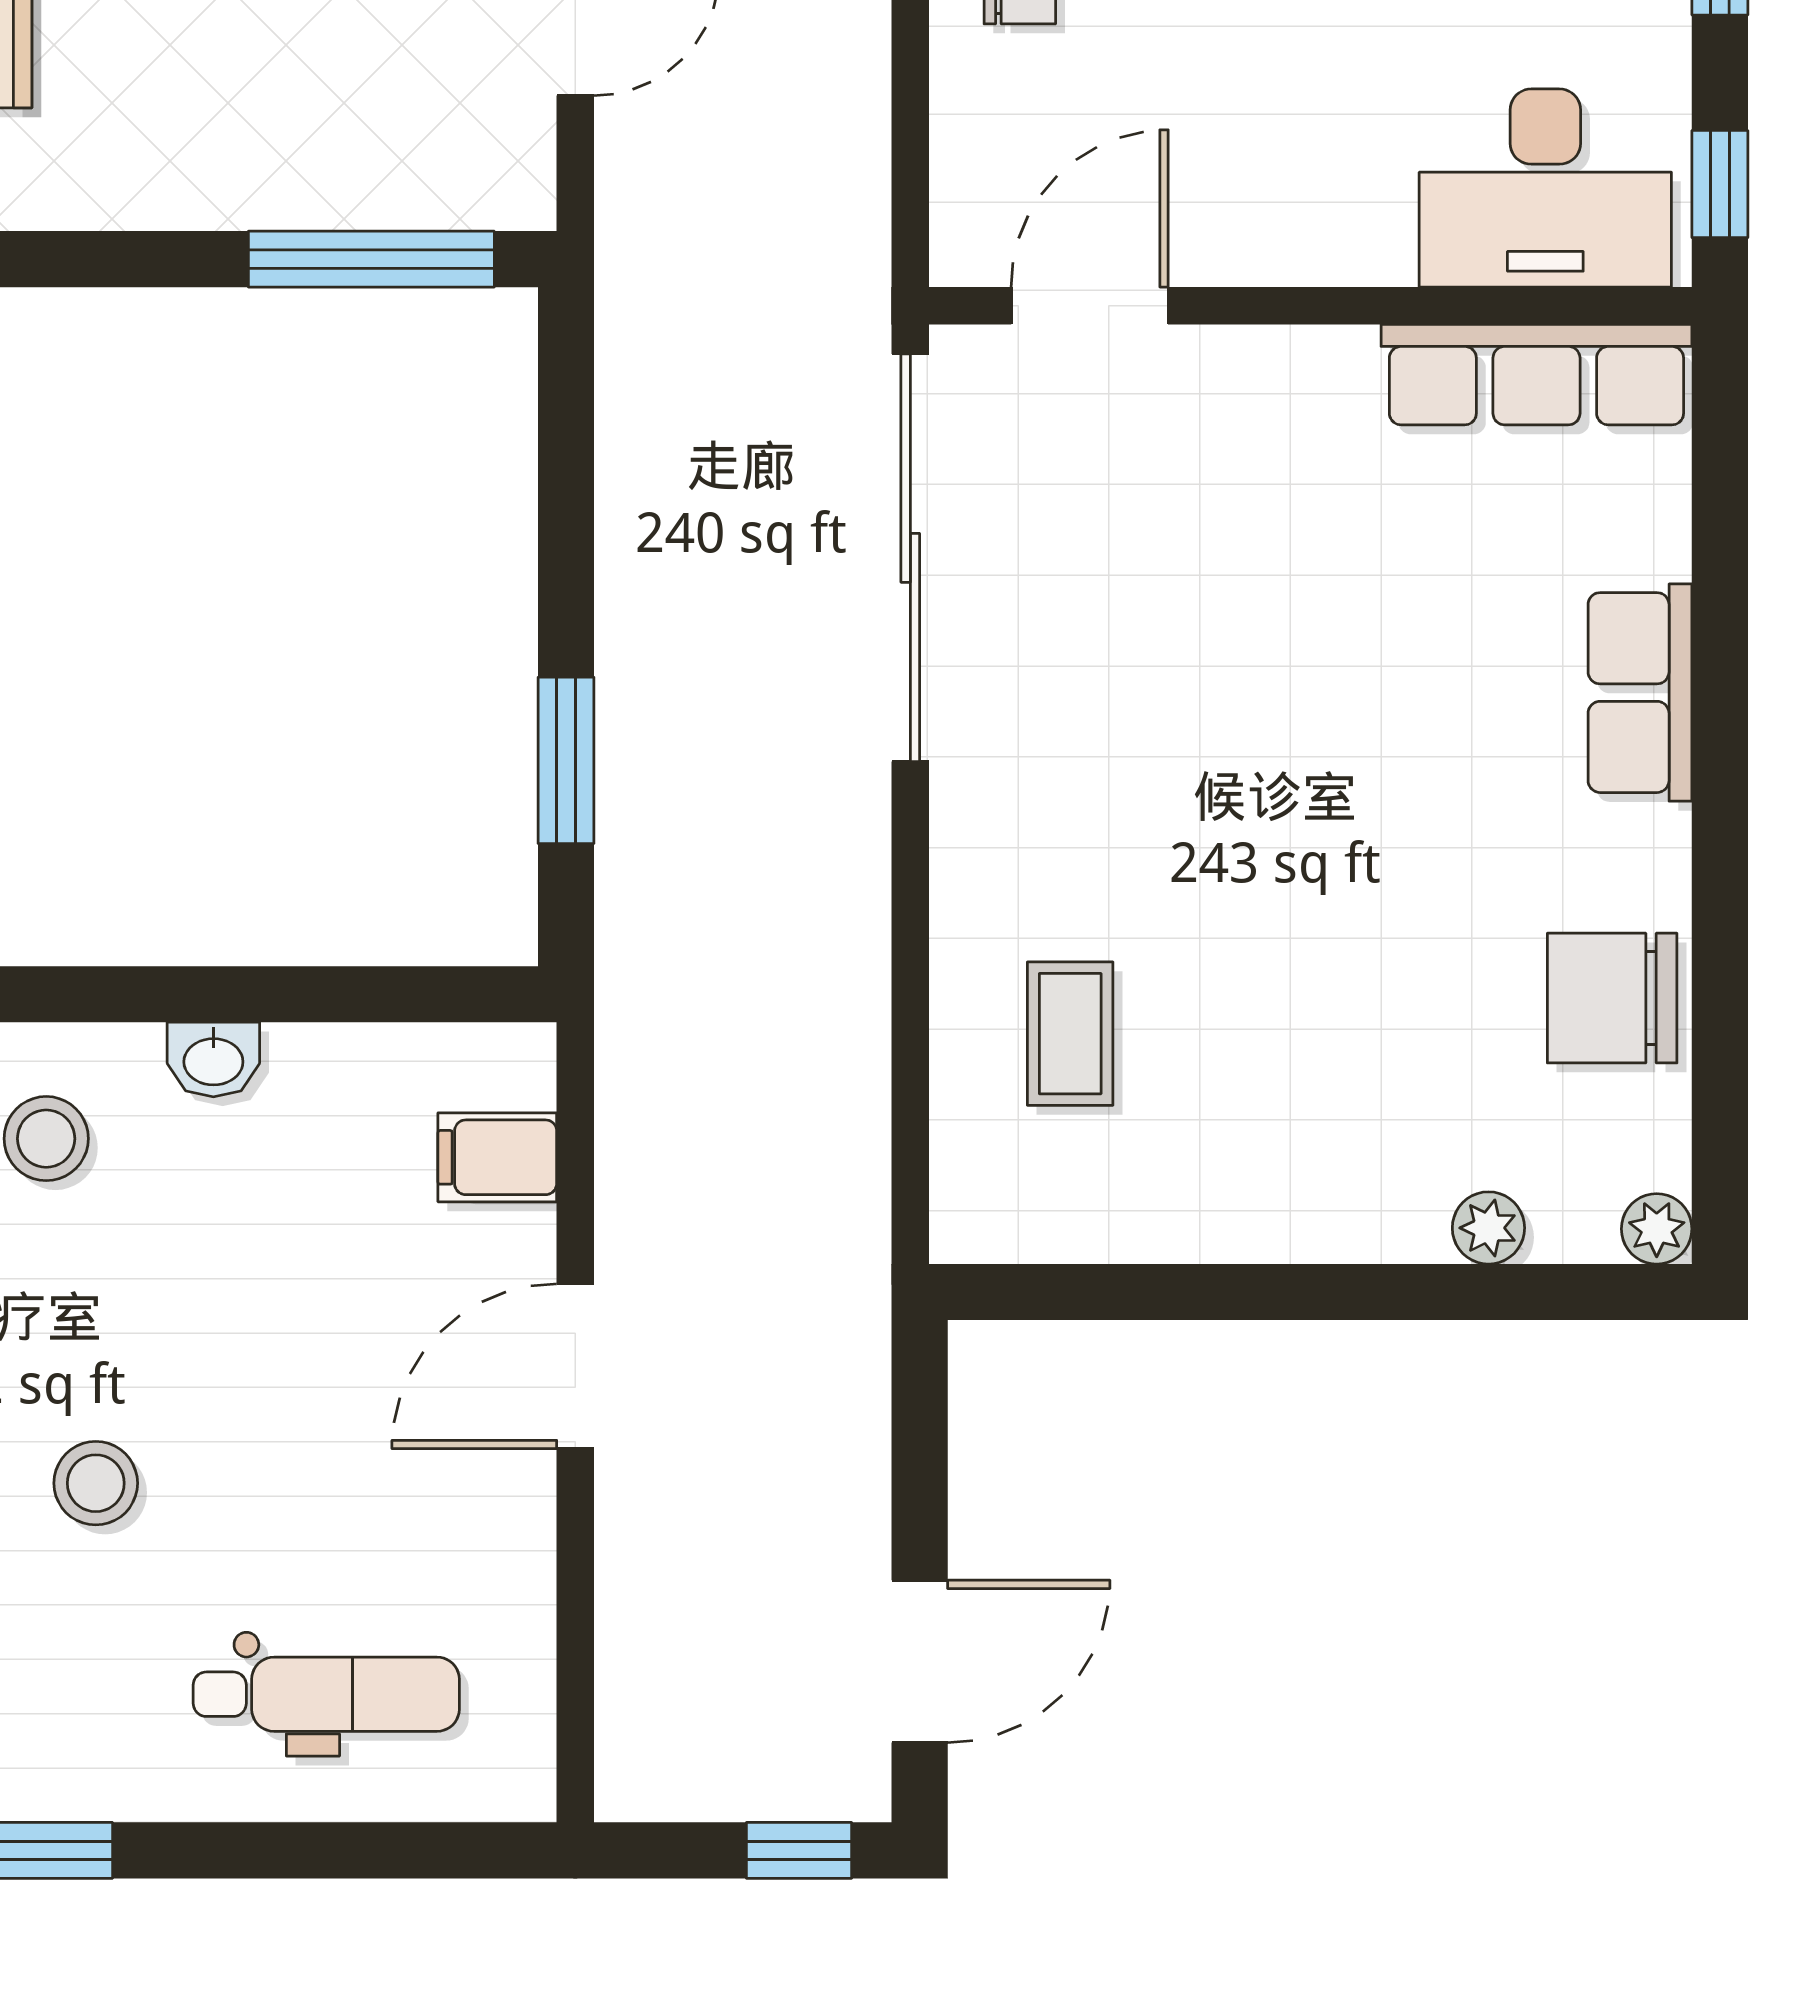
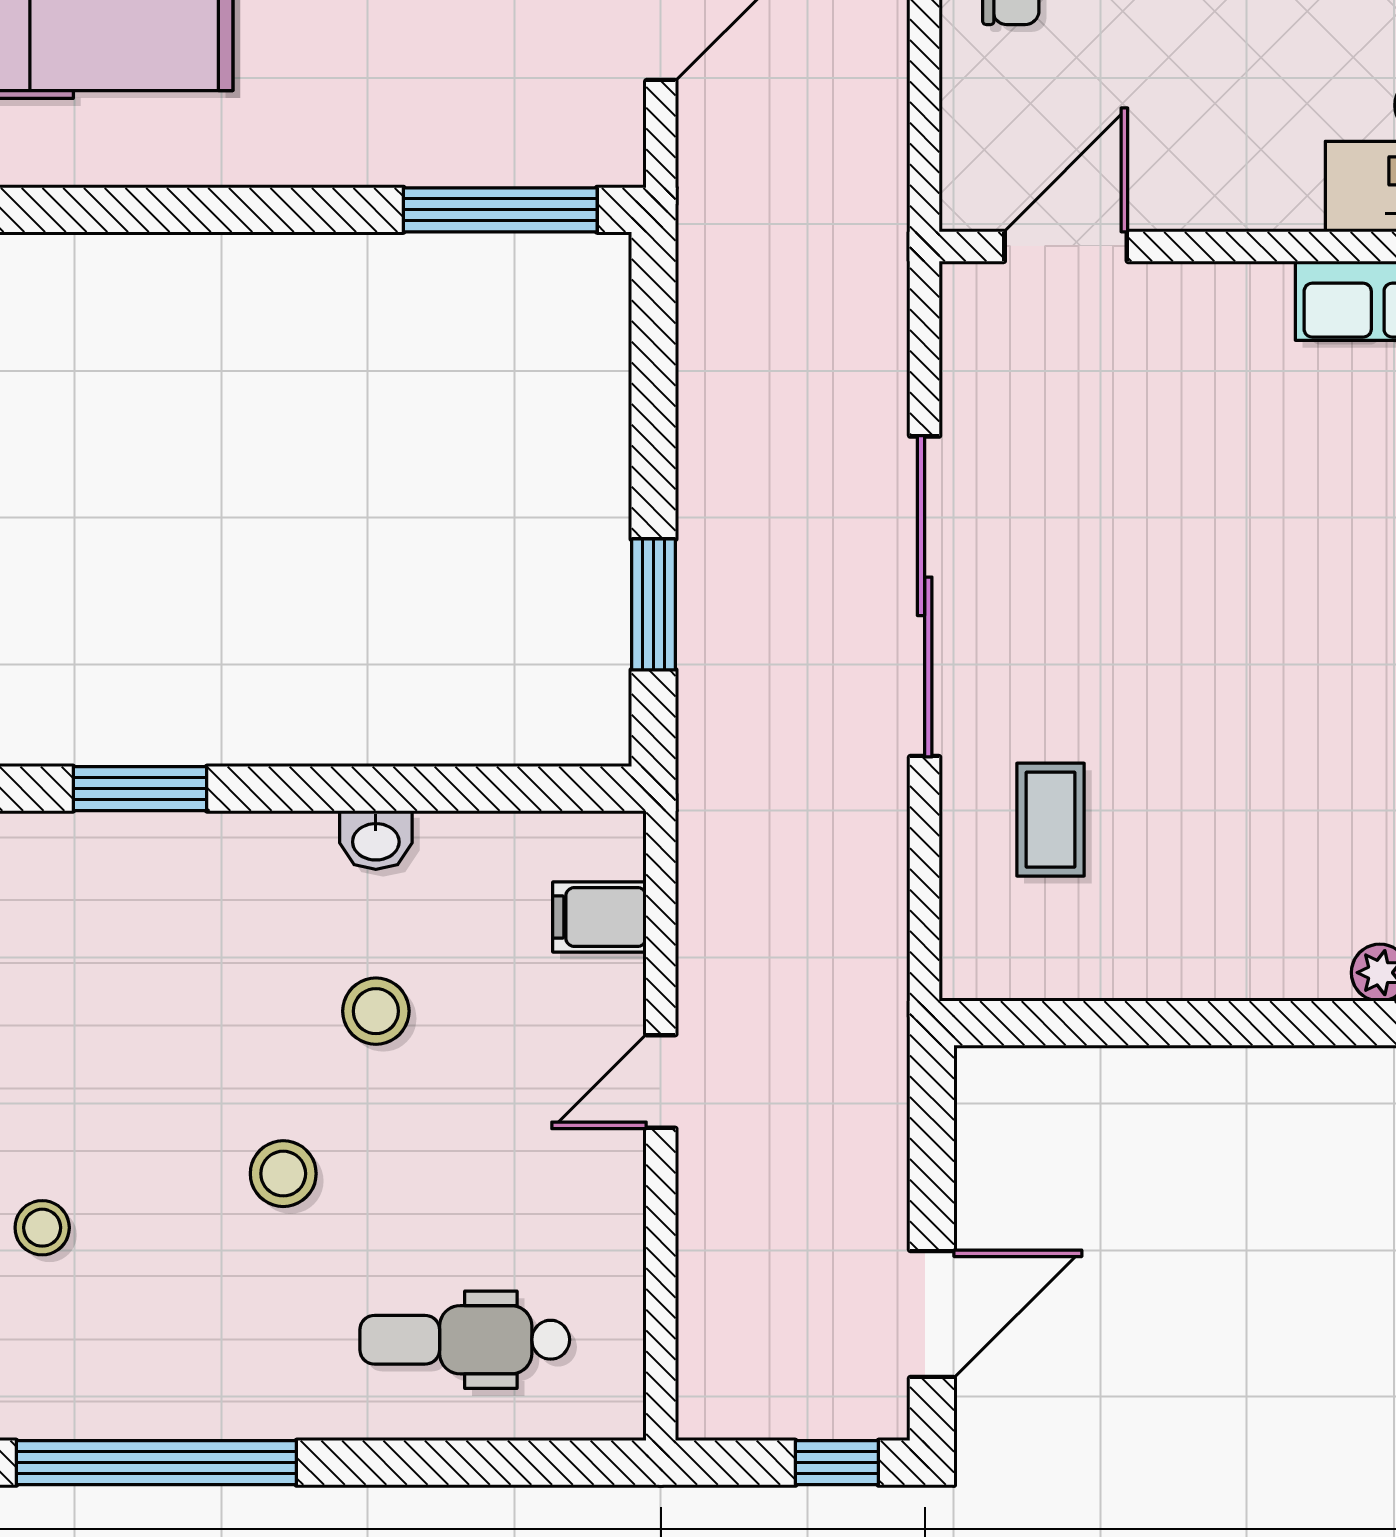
sliding door: (910, 558) -> (925, 596), moved
stool: (46, 1139) -> (376, 1011), moved
door: (575, 1366) -> (661, 1082), width x0.73
dental chair: (326, 1694) -> (465, 1340), turned 180

